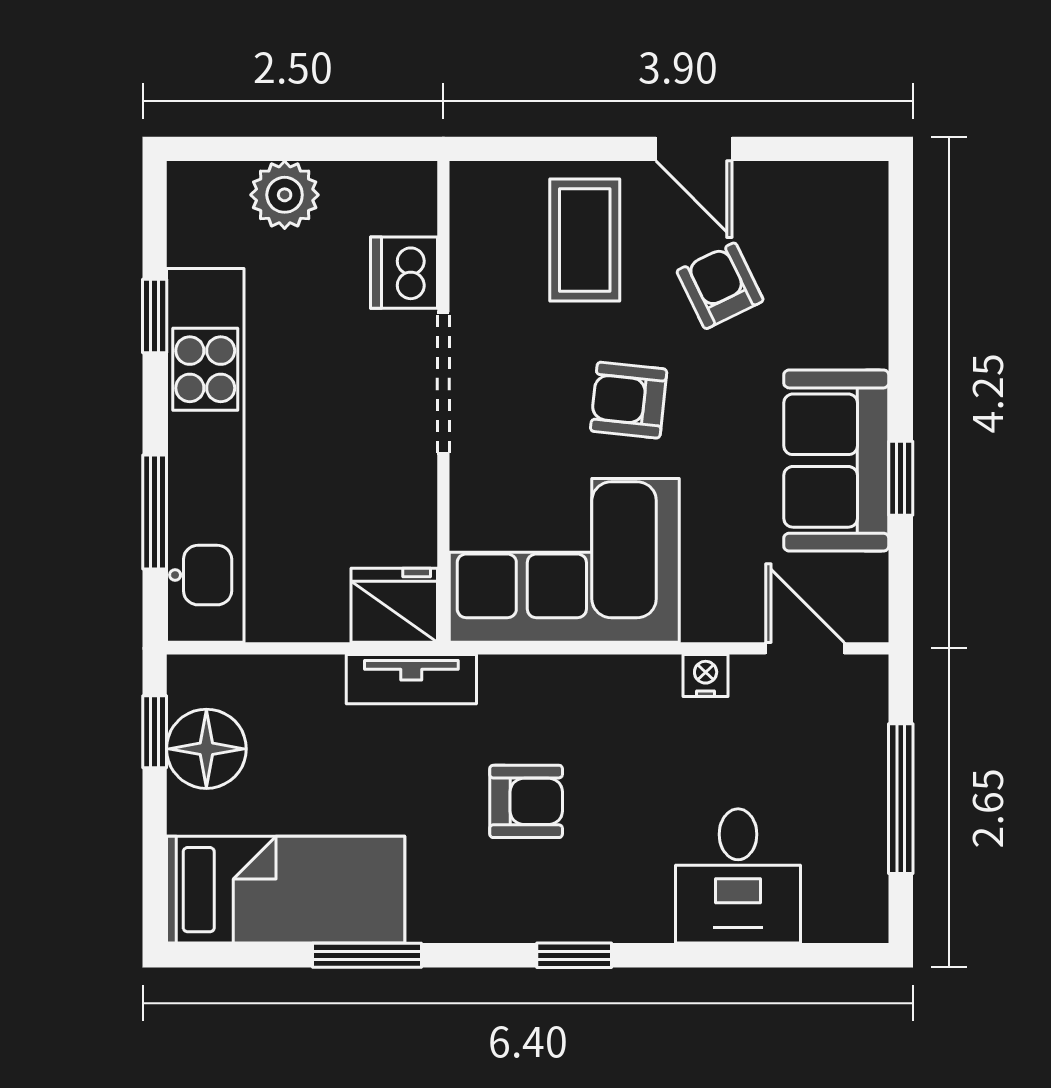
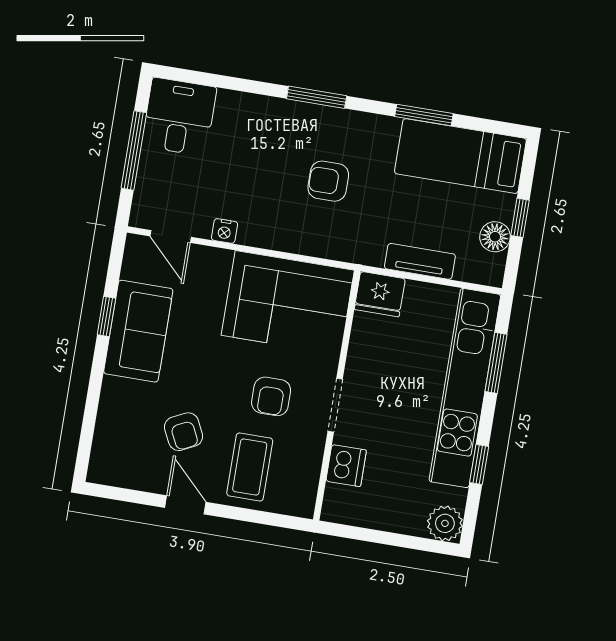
plant: (285, 195) -> (445, 523), moved
doorway: (443, 383) -> (335, 405), width x0.73
armchair: (629, 400) -> (271, 396), moved, turned 84
tv unit: (411, 679) -> (420, 261), moved
window: (155, 732) -> (520, 218), moved
floor lamp: (206, 749) -> (495, 237), width x0.73, depth x0.73
desk: (738, 876) -> (179, 117), moved
window: (574, 955) -> (317, 97), width x1.50

